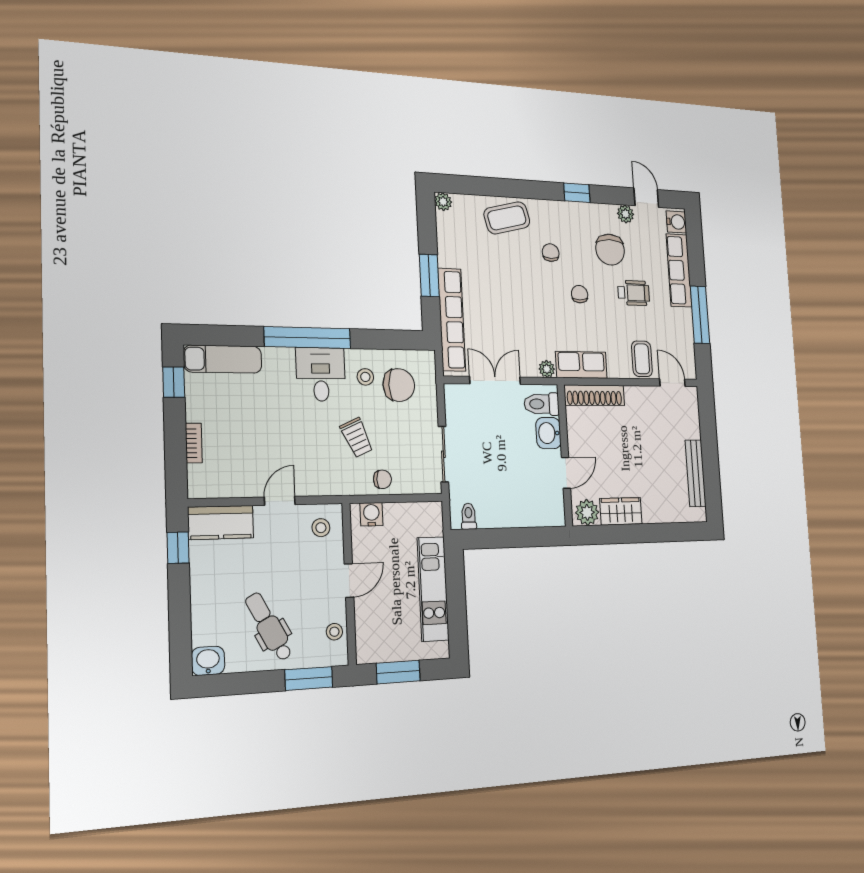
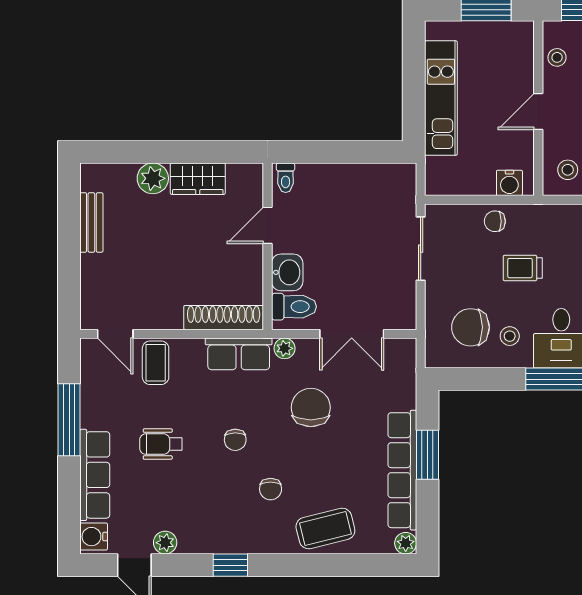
chair: (610, 250) -> (311, 407), moved
row of seats: (452, 320) -> (402, 470), moved
trolley: (357, 438) -> (523, 268), turned -66
bench: (696, 473) -> (91, 222), width x0.73
plant: (587, 512) -> (153, 178), moved
toilet: (469, 516) -> (286, 178), moved

